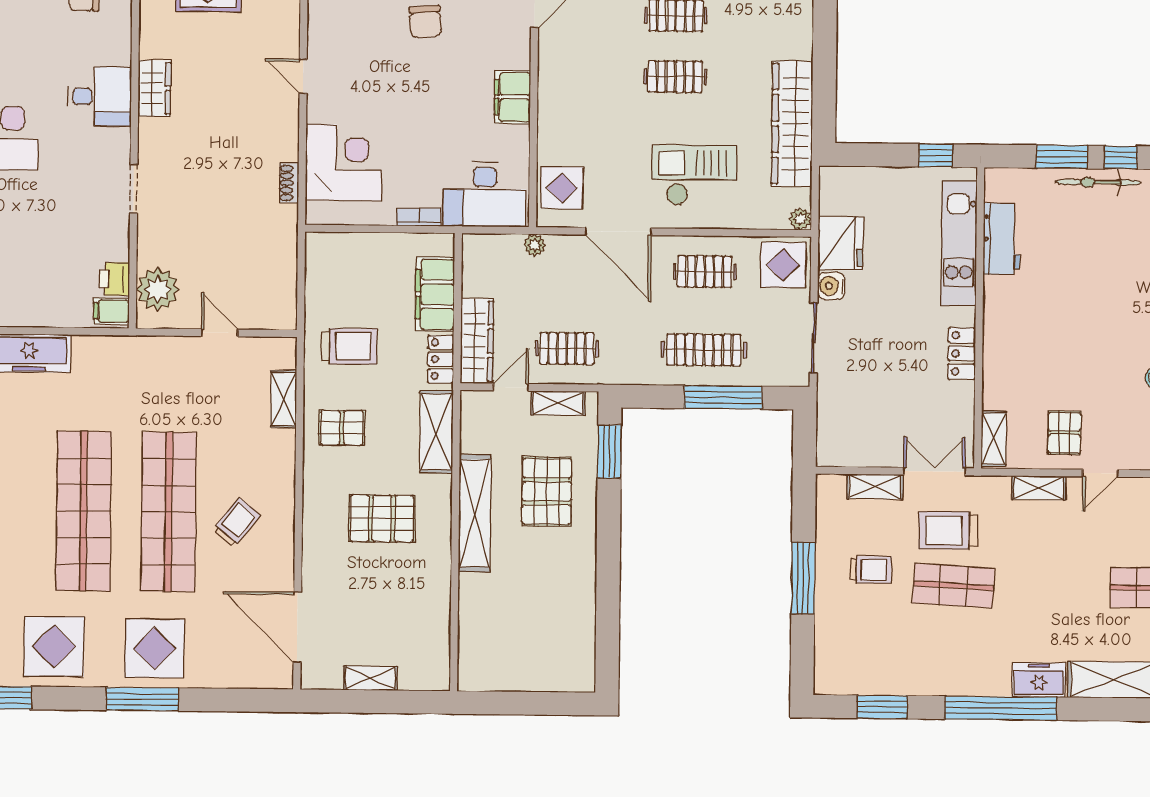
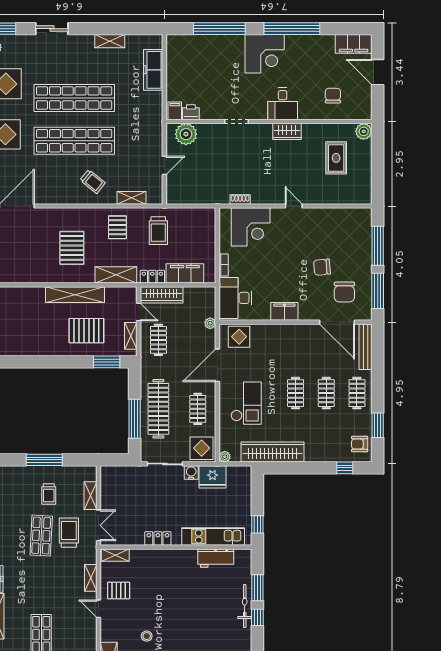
door: (303, 76) -> (294, 206), hinge flipped
clothes rail: (704, 350) -> (158, 409), width x1.37, depth x1.31
trolley: (236, 523) -> (93, 181), moved

